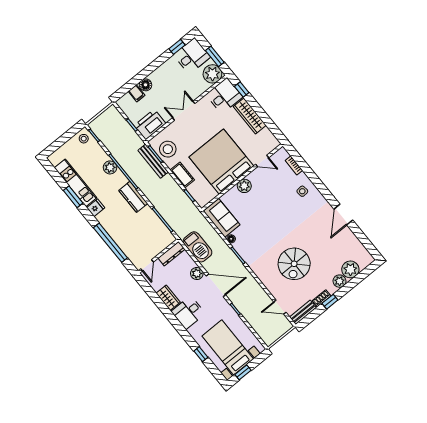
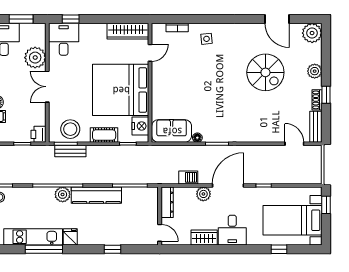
plant: (212, 74) -> (35, 58), moved
wardrobe: (250, 116) -> (128, 31), moved
printer: (150, 124) -> (39, 134), width x0.53, depth x0.68
bench: (153, 161) -> (70, 151), width x0.73
plant: (110, 167) -> (63, 194), moved
plant: (244, 186) -> (159, 87), removed
nightstand: (208, 194) -> (140, 126), added
window: (73, 197) -> (44, 249), width x1.44
kitchen counter: (133, 197) -> (96, 195), width x1.50
door: (343, 215) -> (277, 19), moved
window: (110, 243) -> (113, 249), width x0.32
barbecue: (197, 247) -> (188, 177), width x0.53, depth x0.65
spiral stairs: (294, 264) -> (265, 72), moved
plant: (350, 269) -> (312, 33), moved
door: (280, 307) -> (294, 144), swing flipped
window: (243, 372) -> (326, 205), moved

